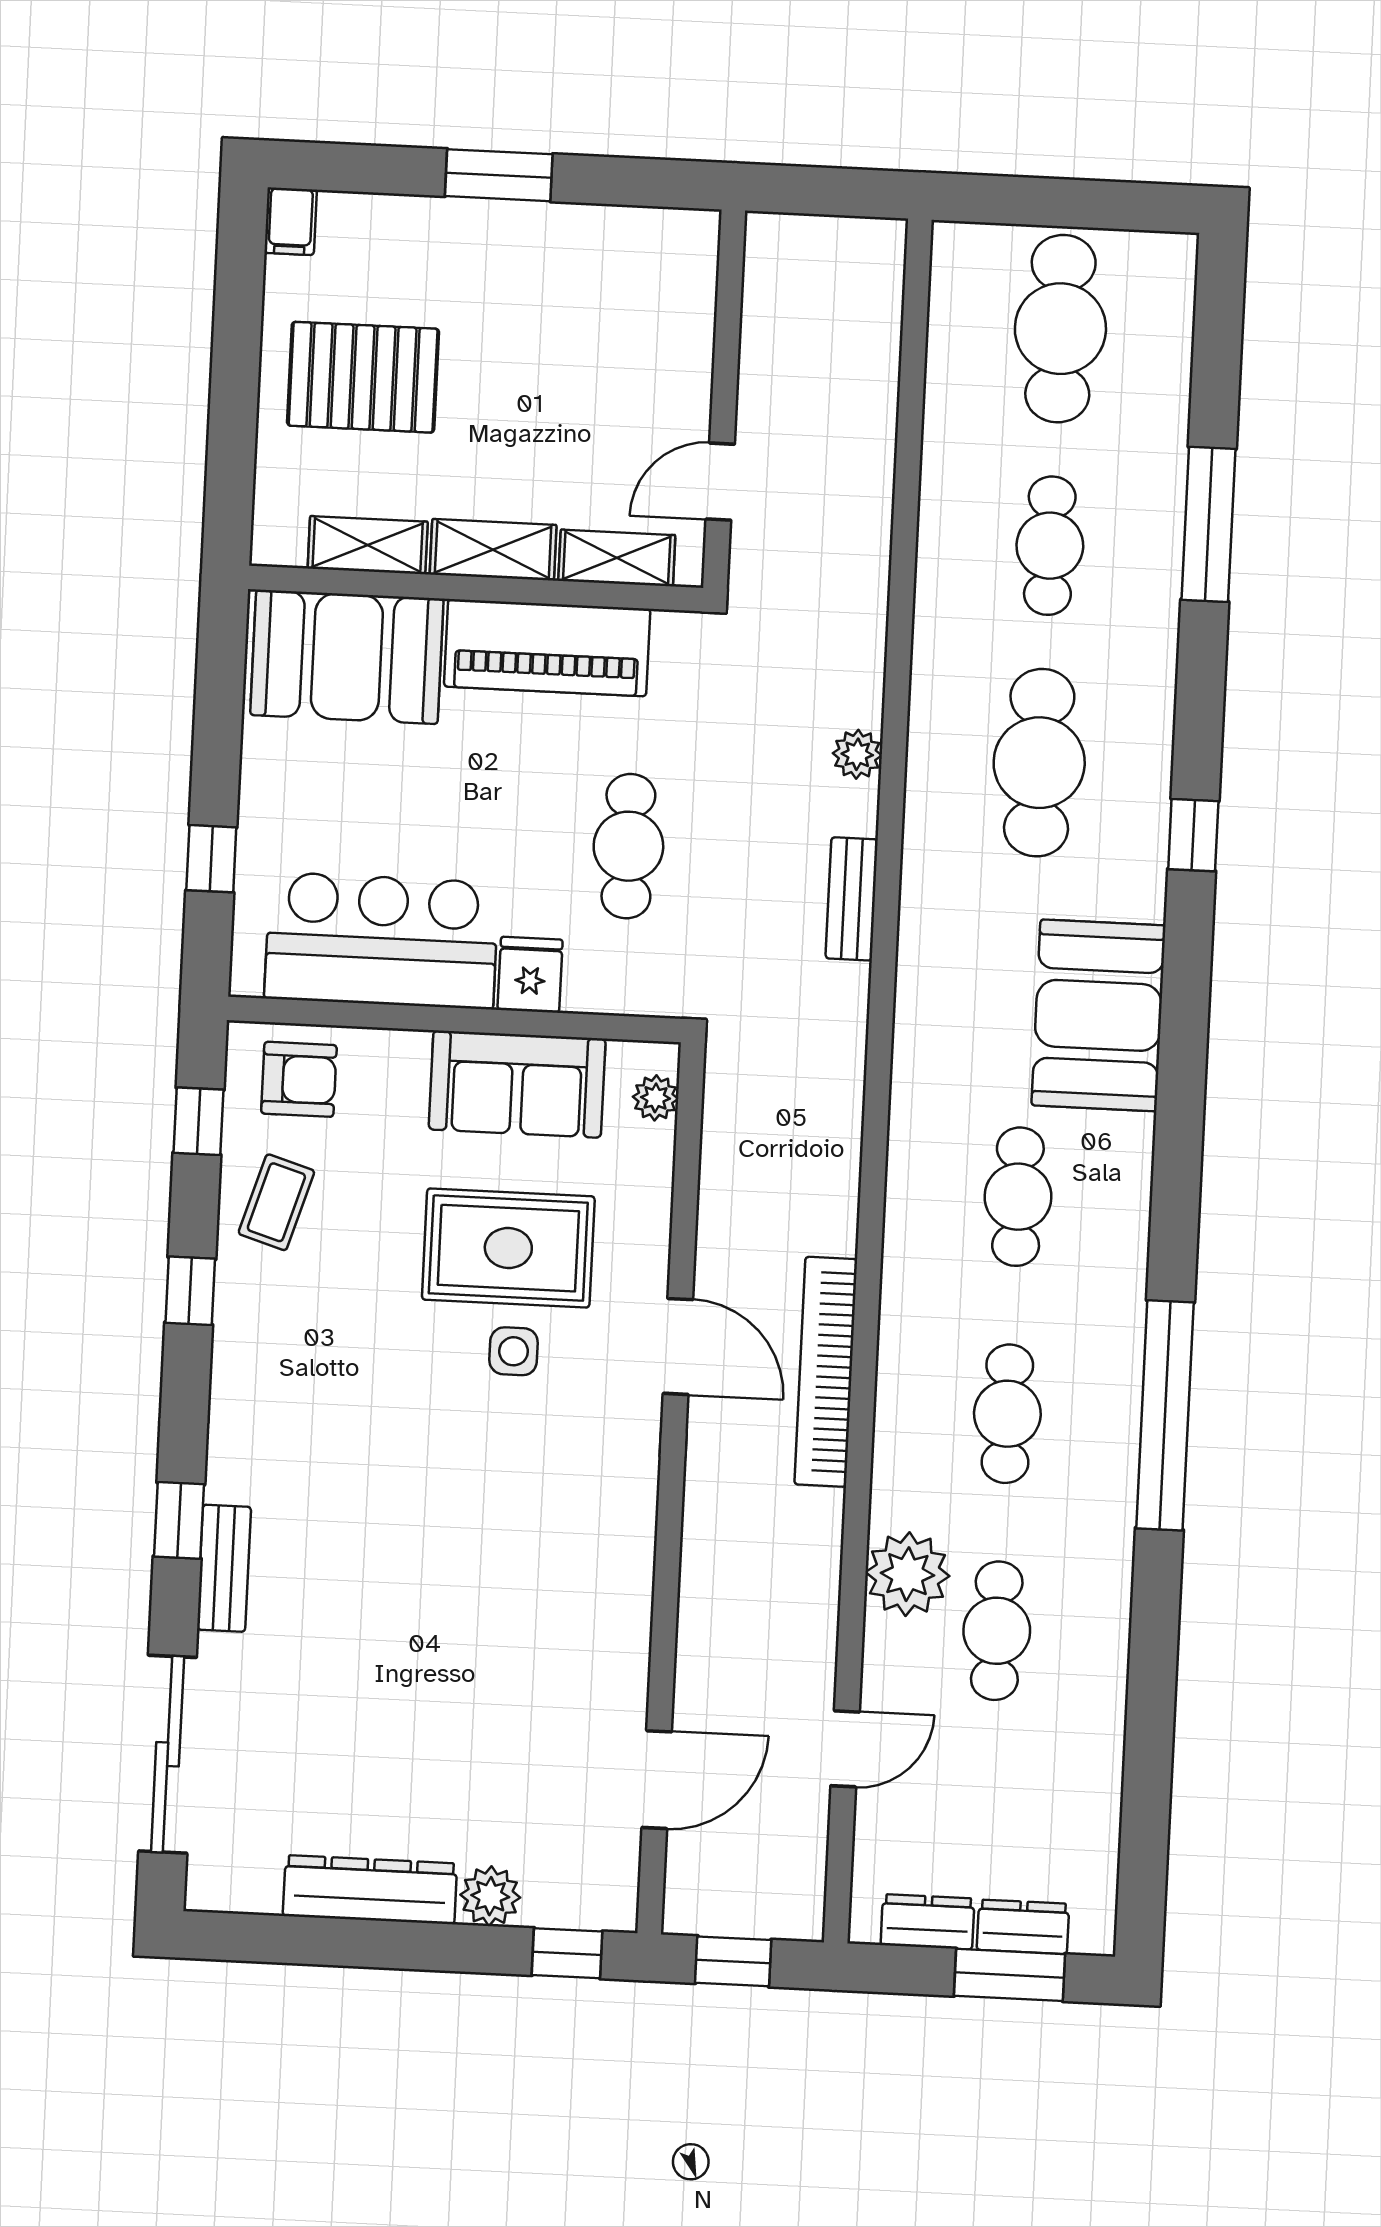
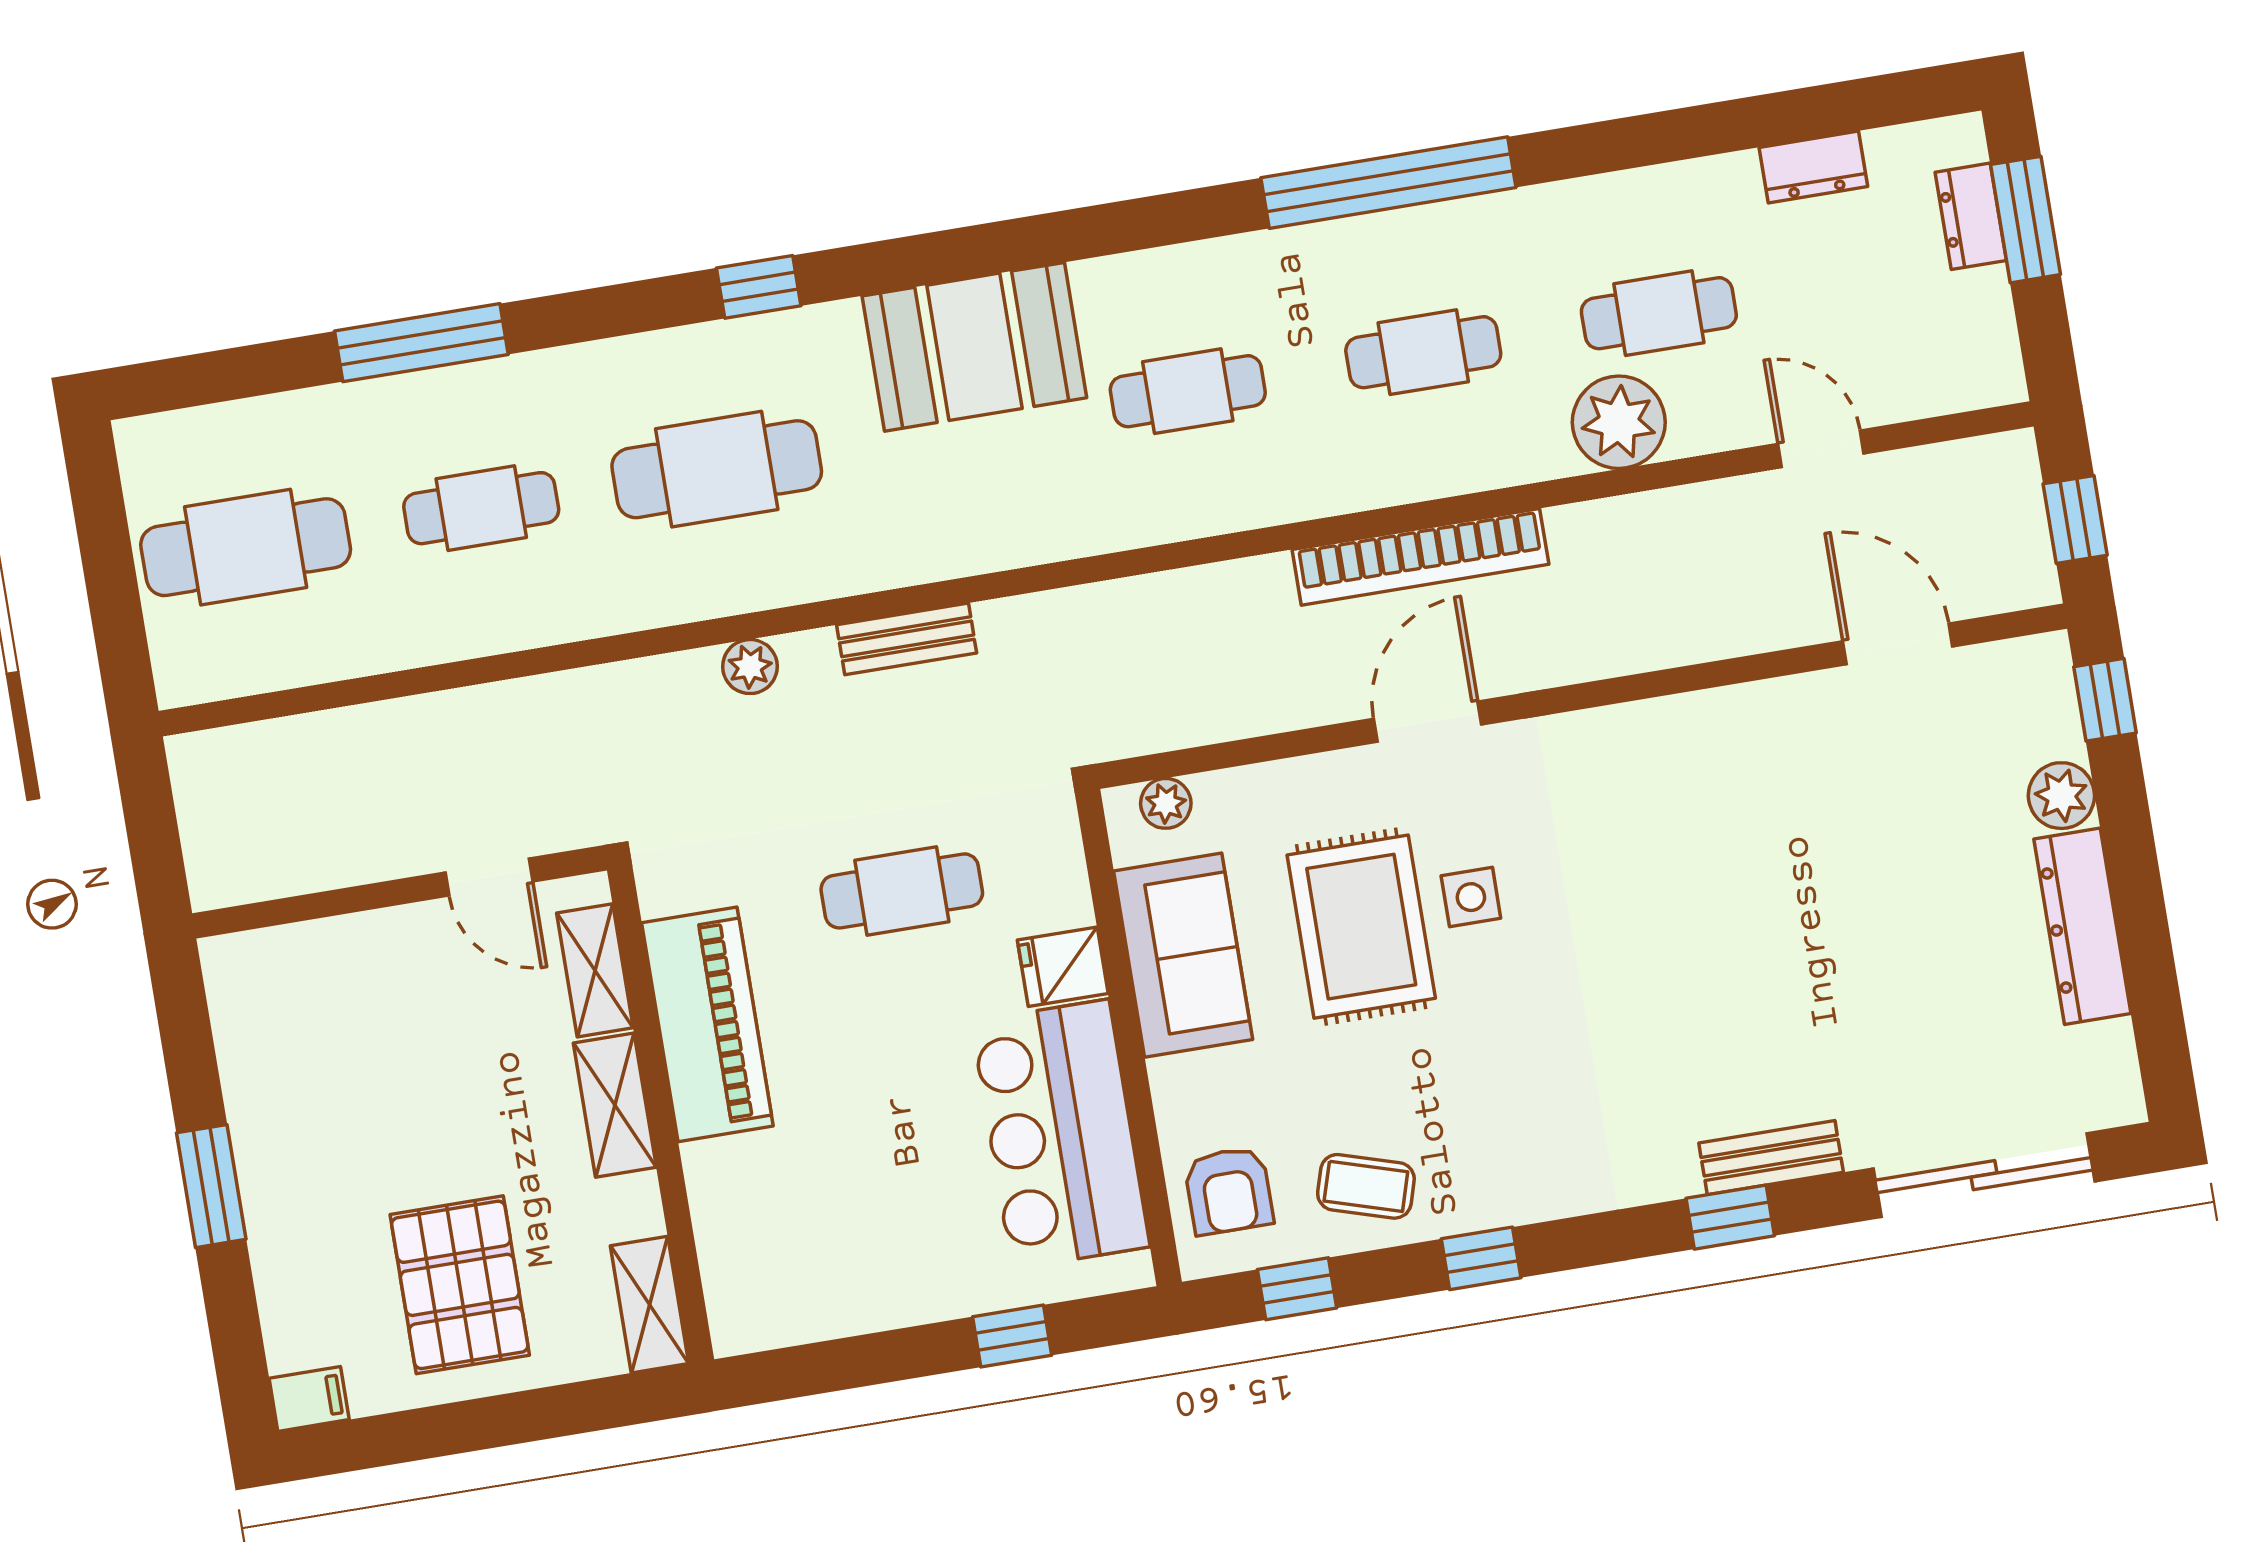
shelving: (368, 545) -> (650, 1305), moved
booth: (347, 657) -> (764, 1237), removed
armchair: (299, 1079) -> (1229, 1191), turned 180
dresser: (928, 1922) -> (1813, 167), moved, turned -90

